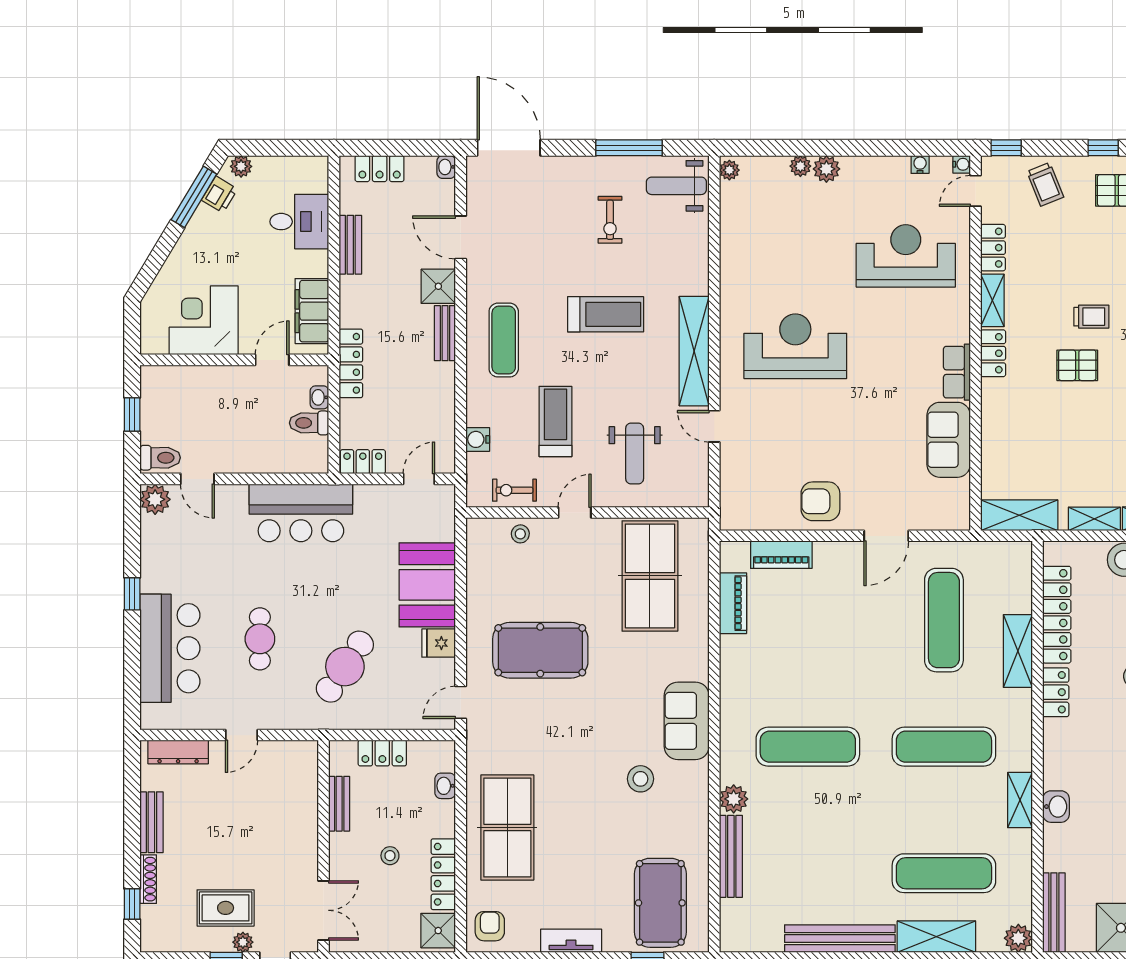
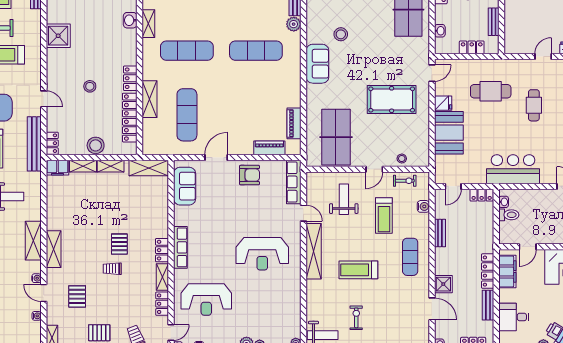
bench: (445, 333) -> (440, 233), moved
locker: (351, 363) -> (488, 271), moved
pallet: (1077, 365) -> (119, 244), turned 90
row of seats: (957, 372) -> (180, 247), width x1.48
washbasin: (319, 397) -> (504, 202), moved
sofa: (949, 440) -> (185, 186), moved
row of seats: (733, 488) -> (294, 182), added
cafe table: (345, 667) -> (491, 91), turned 56

